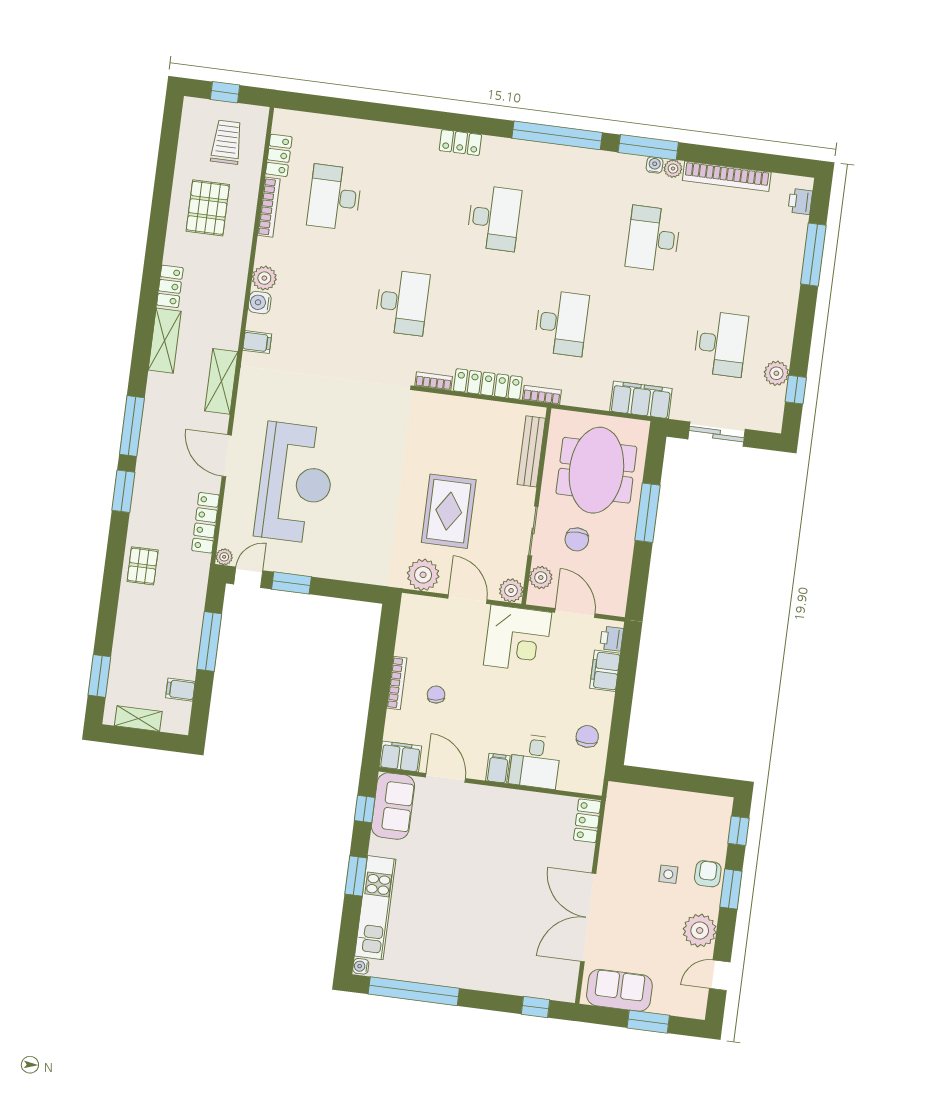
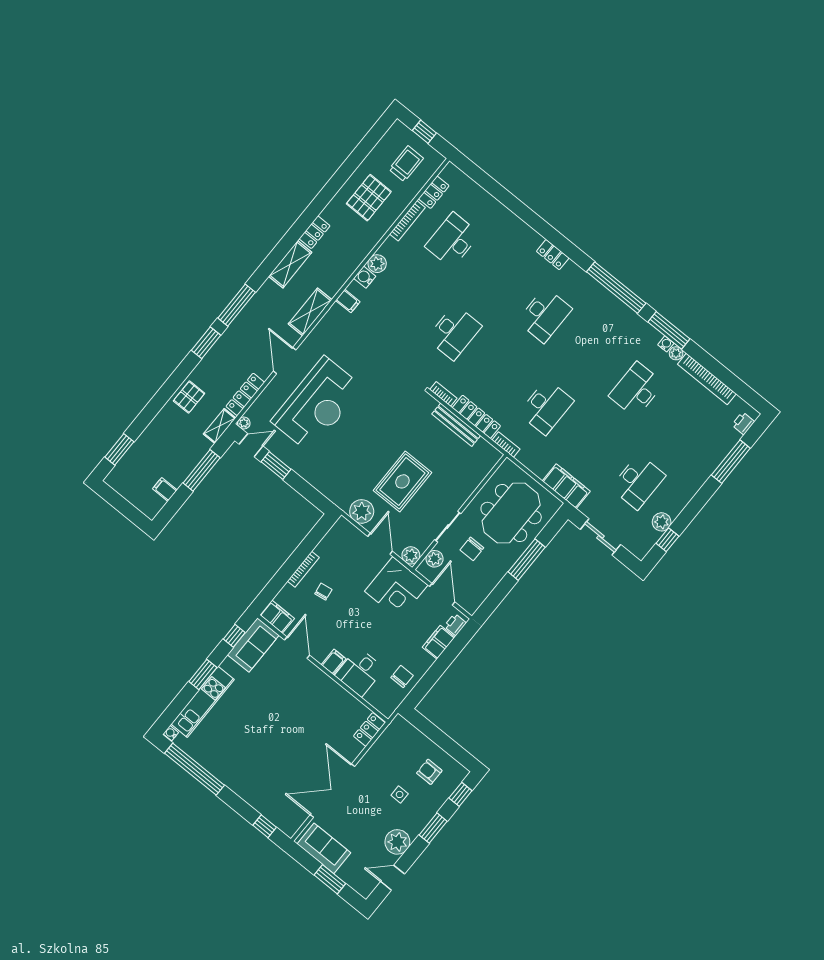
bench: (531, 451) -> (456, 425), moved, turned 90
shelving: (138, 719) -> (220, 426), moved, turned 90
armchair: (708, 874) -> (429, 772), moved, turned -90

